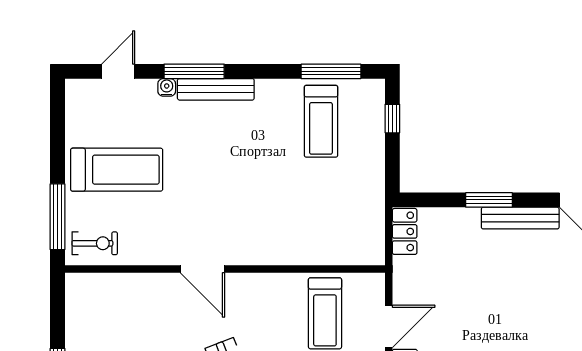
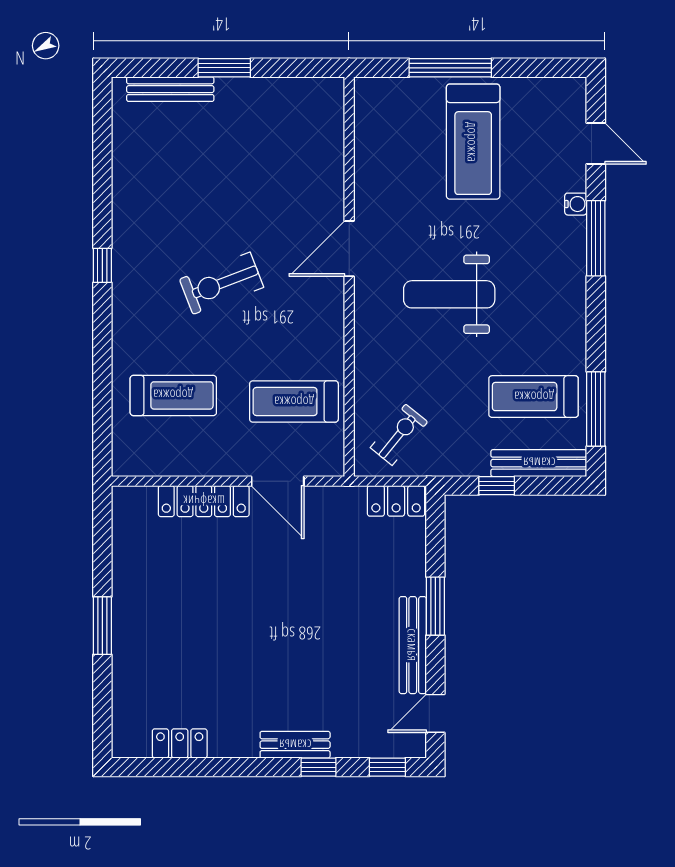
bench: (216, 89) -> (539, 463), moved, turned 90
window: (392, 119) -> (497, 486), moved
weight bench: (239, 189) -> (449, 294), added
window: (58, 217) -> (450, 68), moved
exercise bike: (95, 243) -> (399, 435), moved, turned -141

